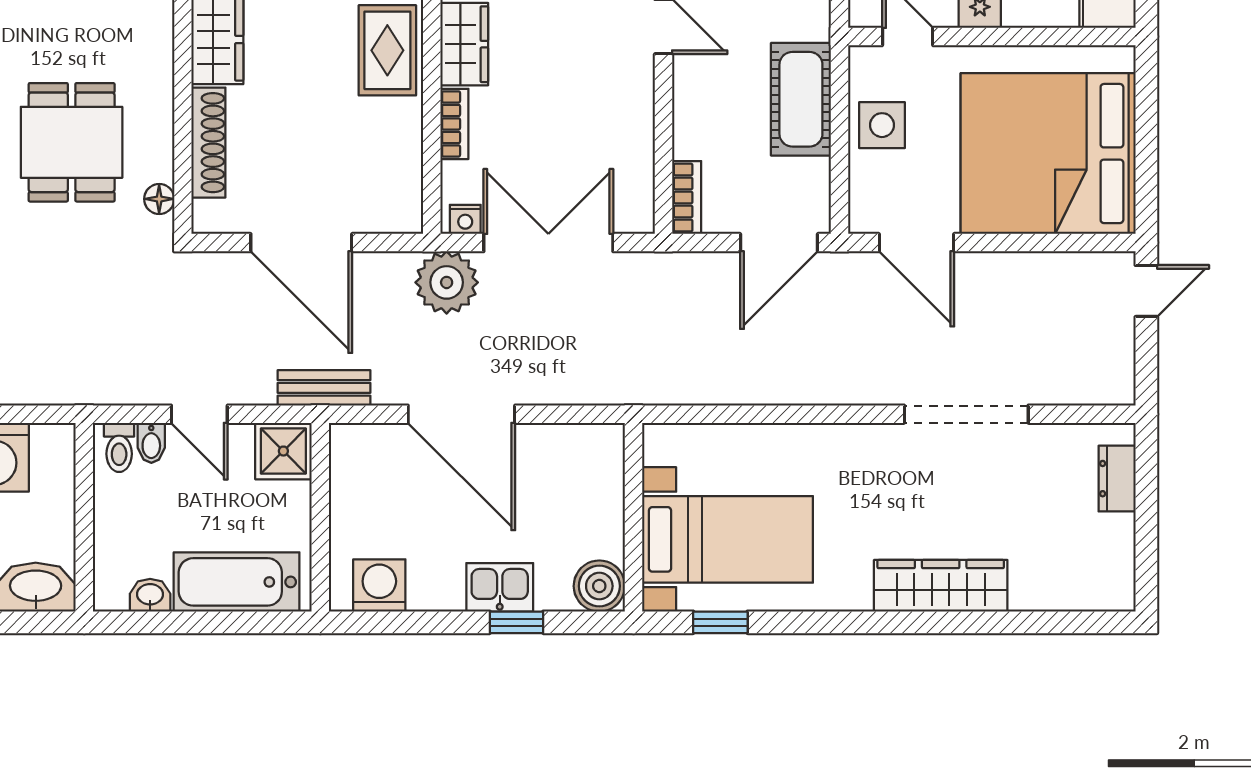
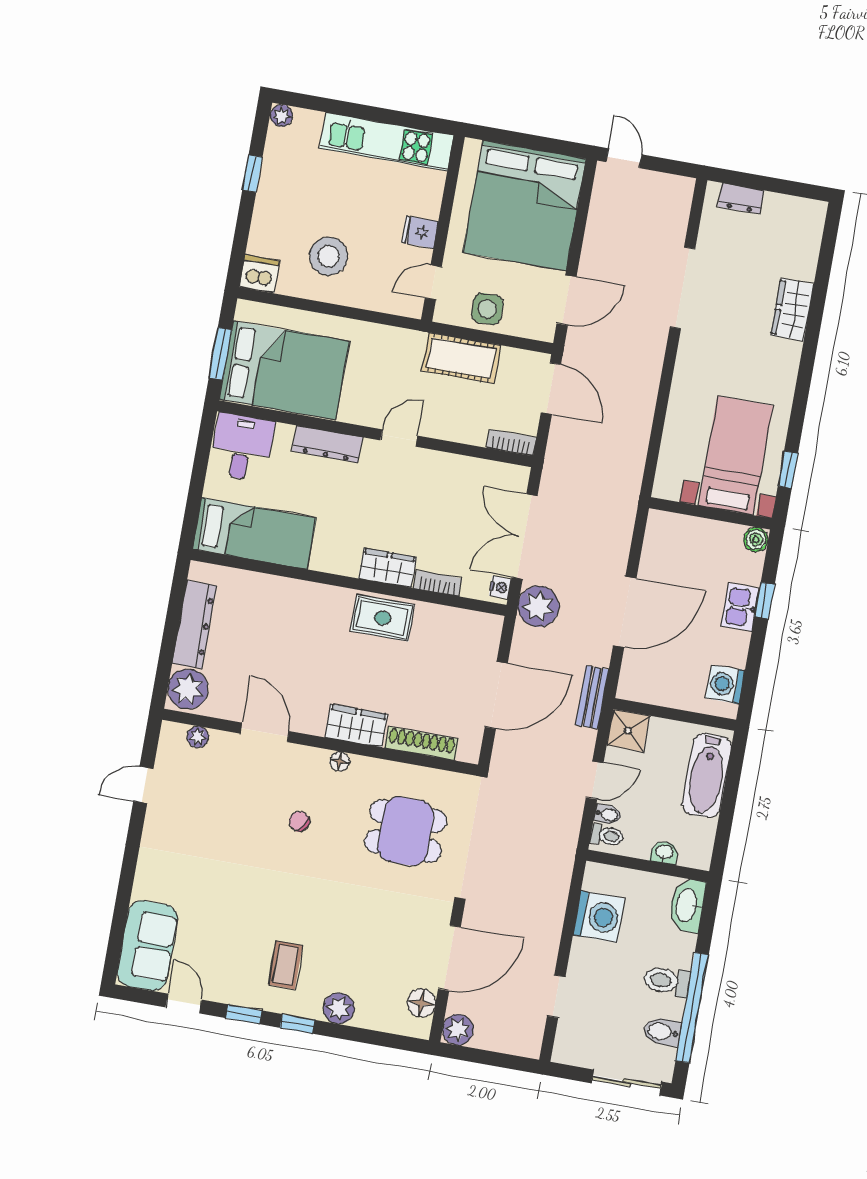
floor lamp: (159, 199) -> (339, 761), moved
boiler: (599, 586) -> (756, 540), width x0.73, depth x0.73
wardrobe: (941, 586) -> (792, 310), width x0.67
washbasin: (150, 595) -> (664, 852), moved, turned 90

